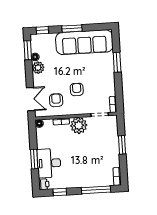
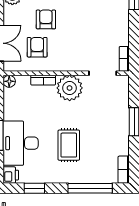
armchair: (77, 89) -> (46, 19), moved
rug: (80, 163) -> (69, 145), added

